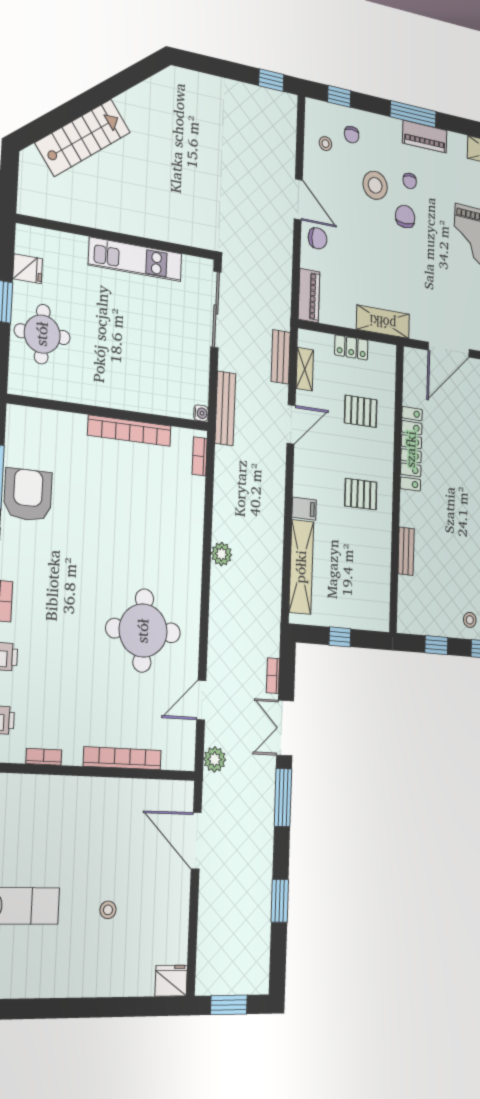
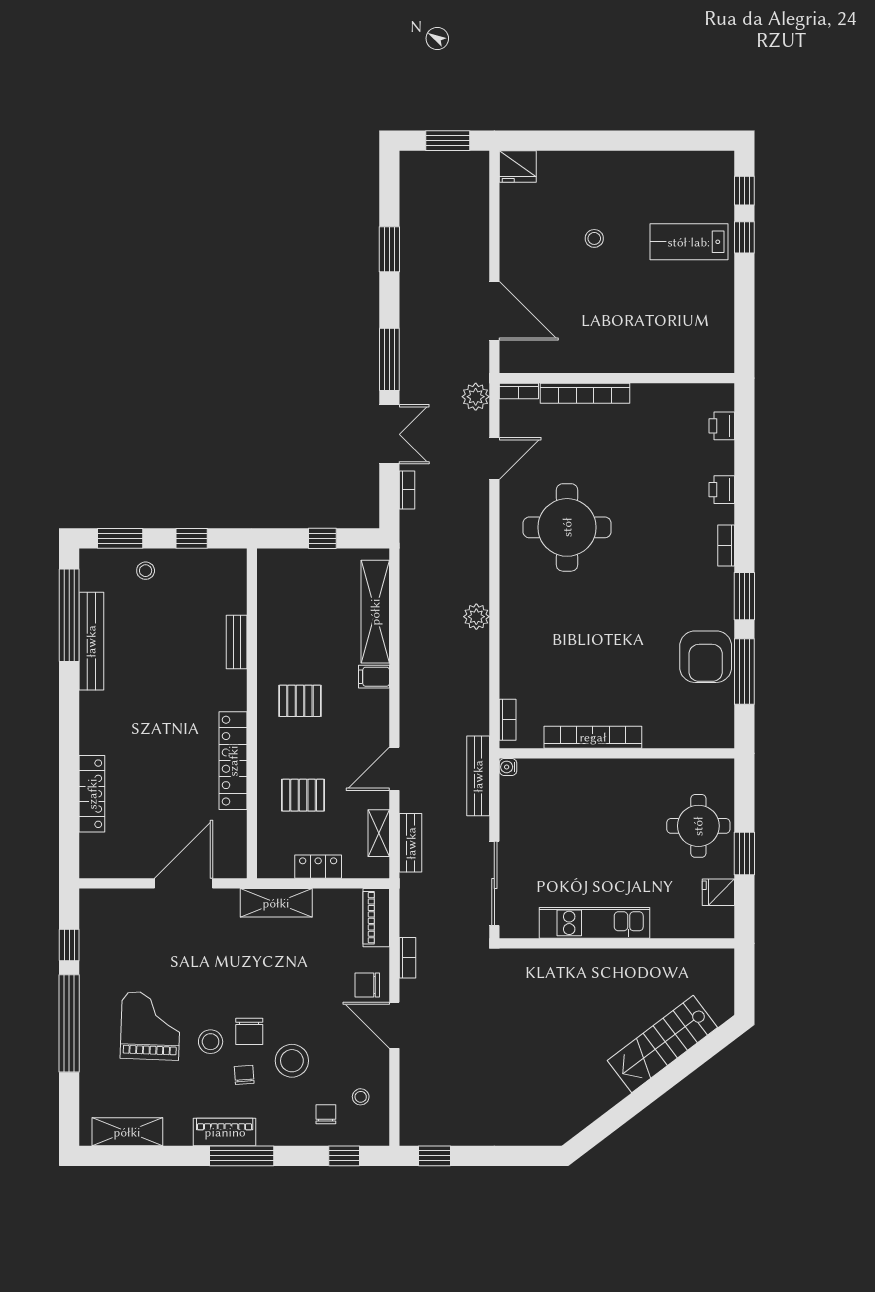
stool: (433, 214) -> (211, 1042), added
bookcase: (286, 256) -> (408, 958), added
bookcase: (44, 757) -> (519, 391), moved

